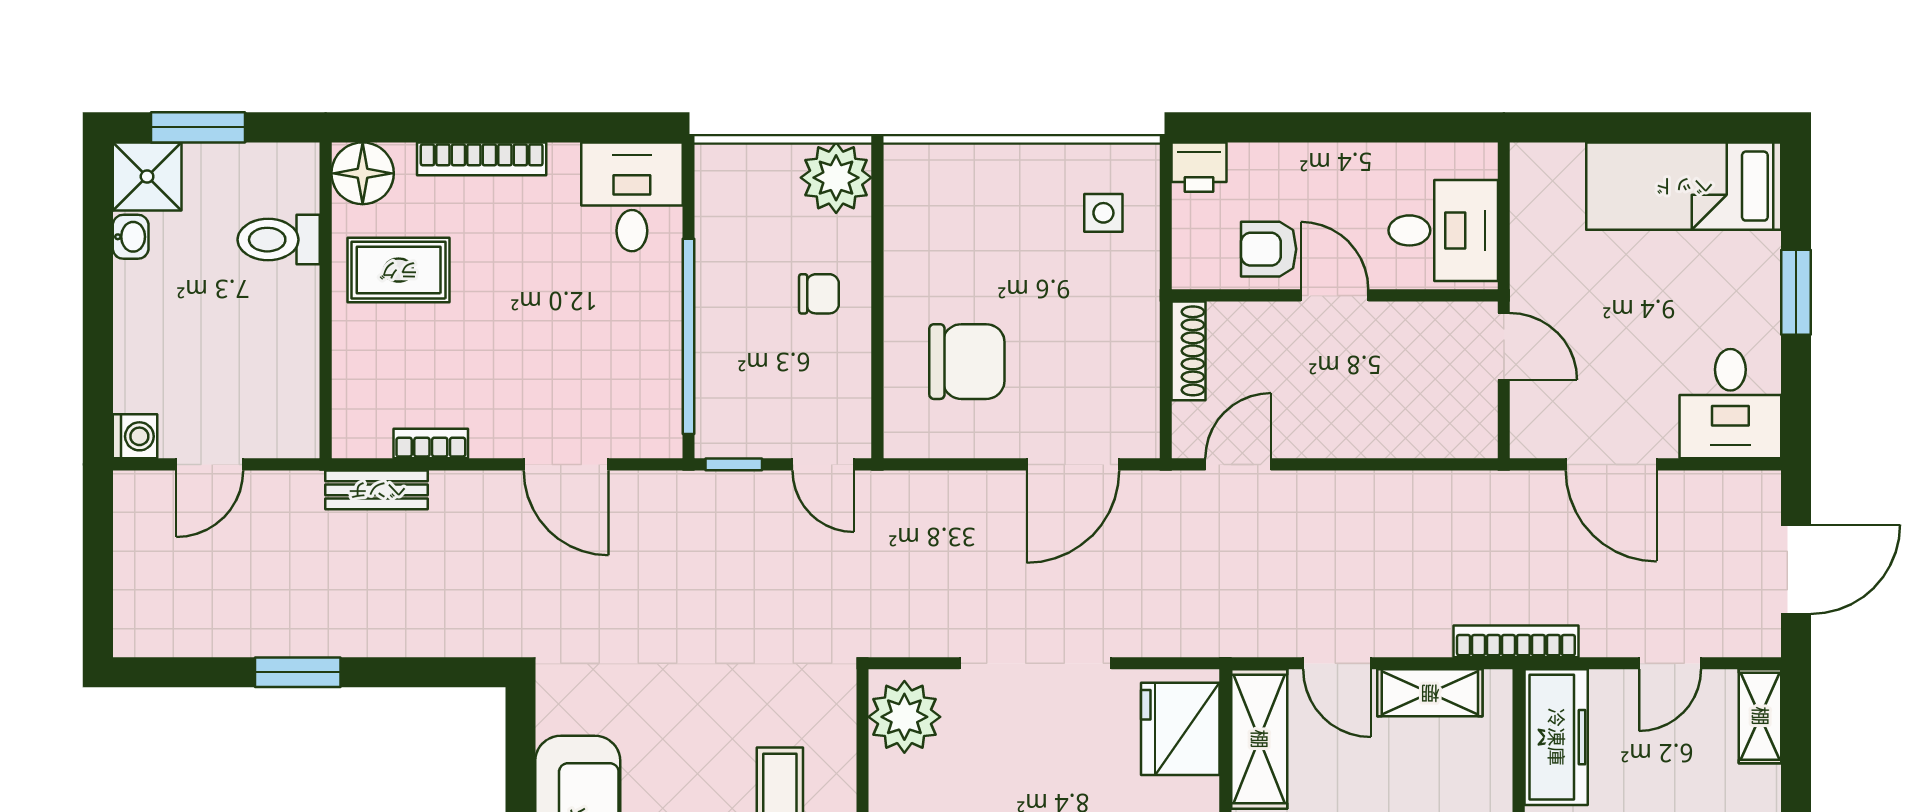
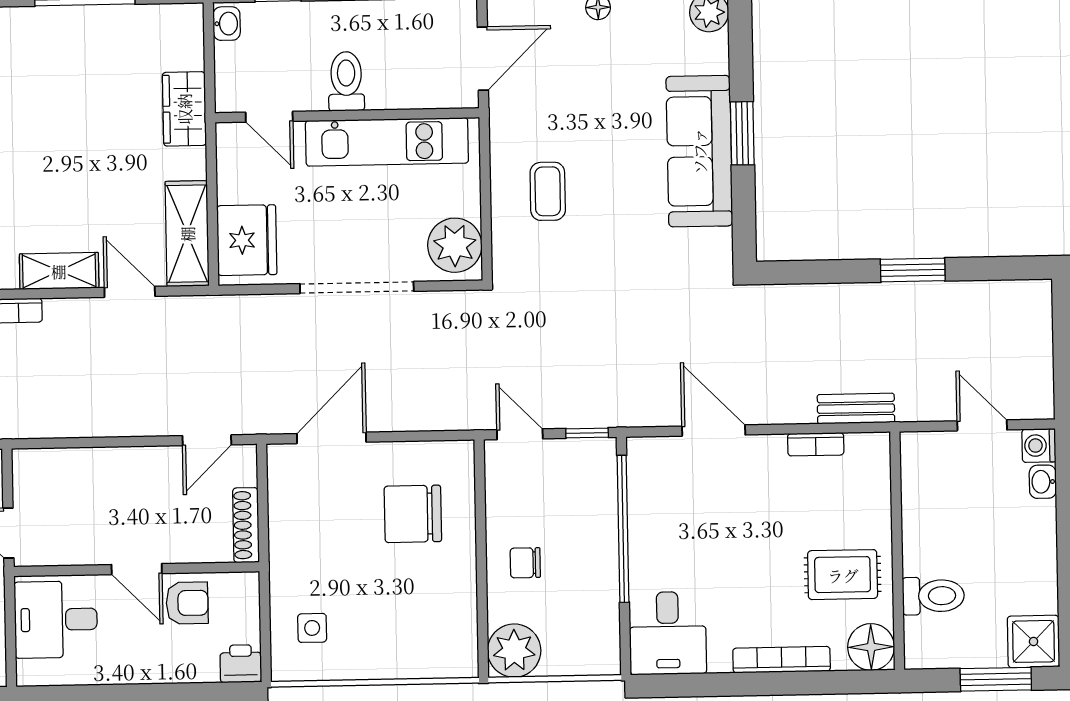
washbasin: (131, 237) -> (1043, 482), moved
door: (210, 464) -> (982, 425), hinge flipped

